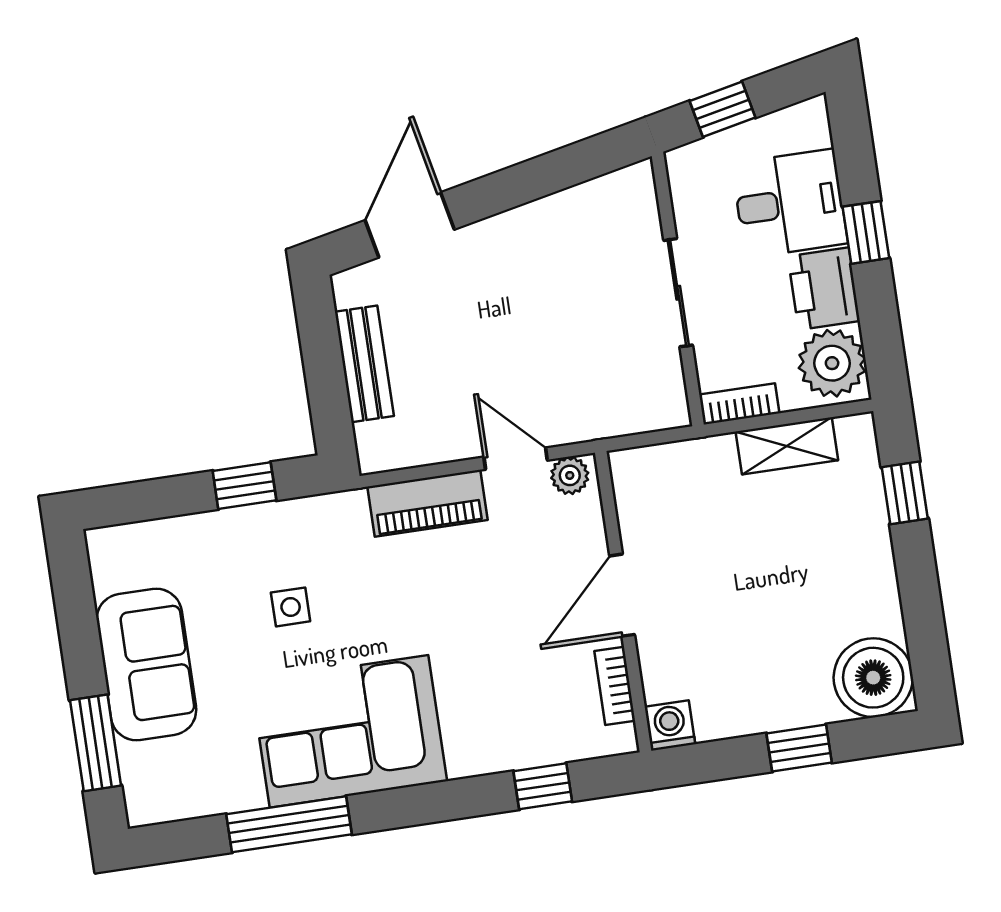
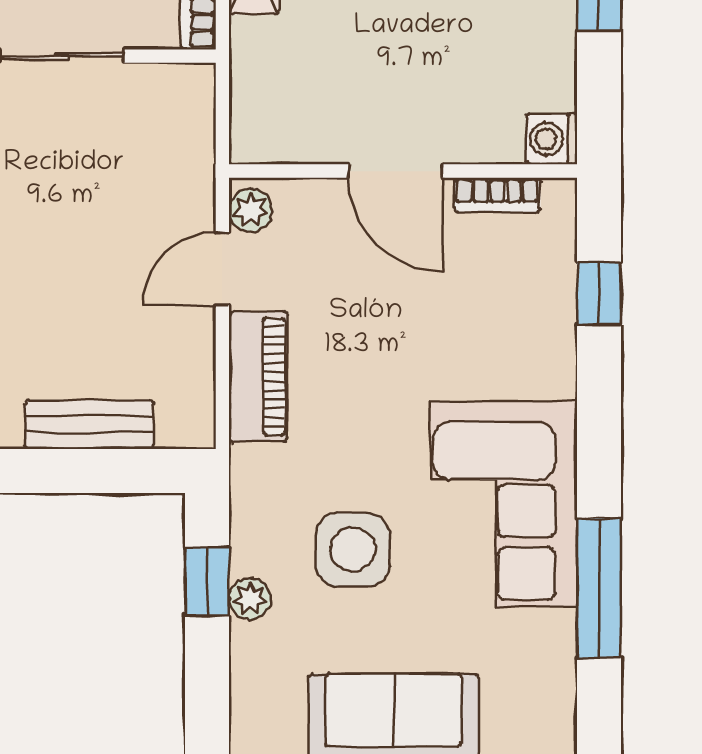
plant: (235, 525) -> (250, 599), added
side table: (291, 607) -> (353, 549), width x1.87, depth x1.87

